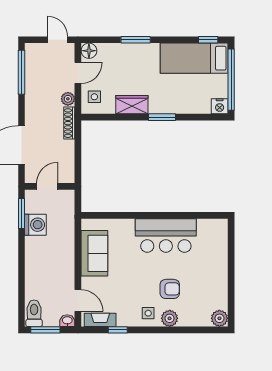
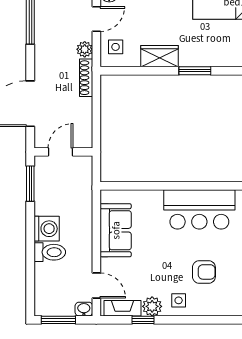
washing machine: (35, 225) -> (47, 229), moved
toilet: (34, 313) -> (50, 252), moved, turned 90
plant: (170, 318) -> (152, 306), moved

